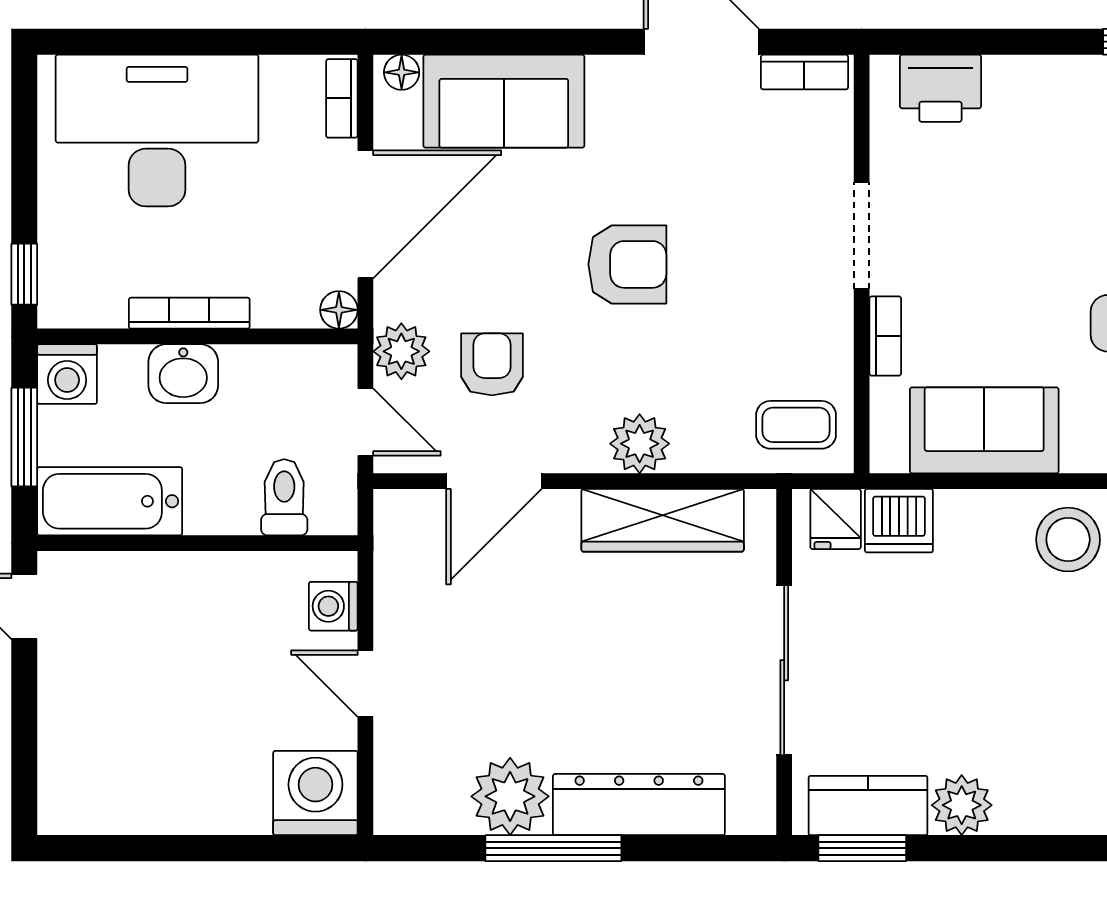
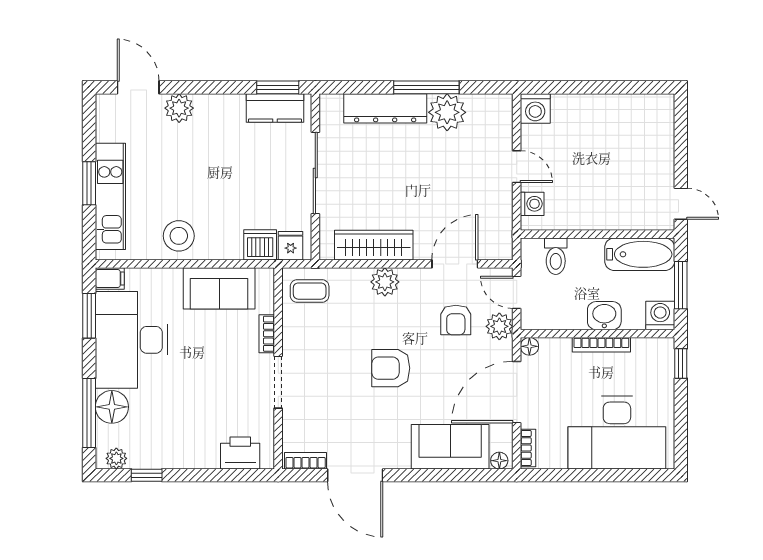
washing machine: (315, 793) -> (535, 108), width x0.73, depth x0.73
plant: (962, 805) -> (179, 108), moved

